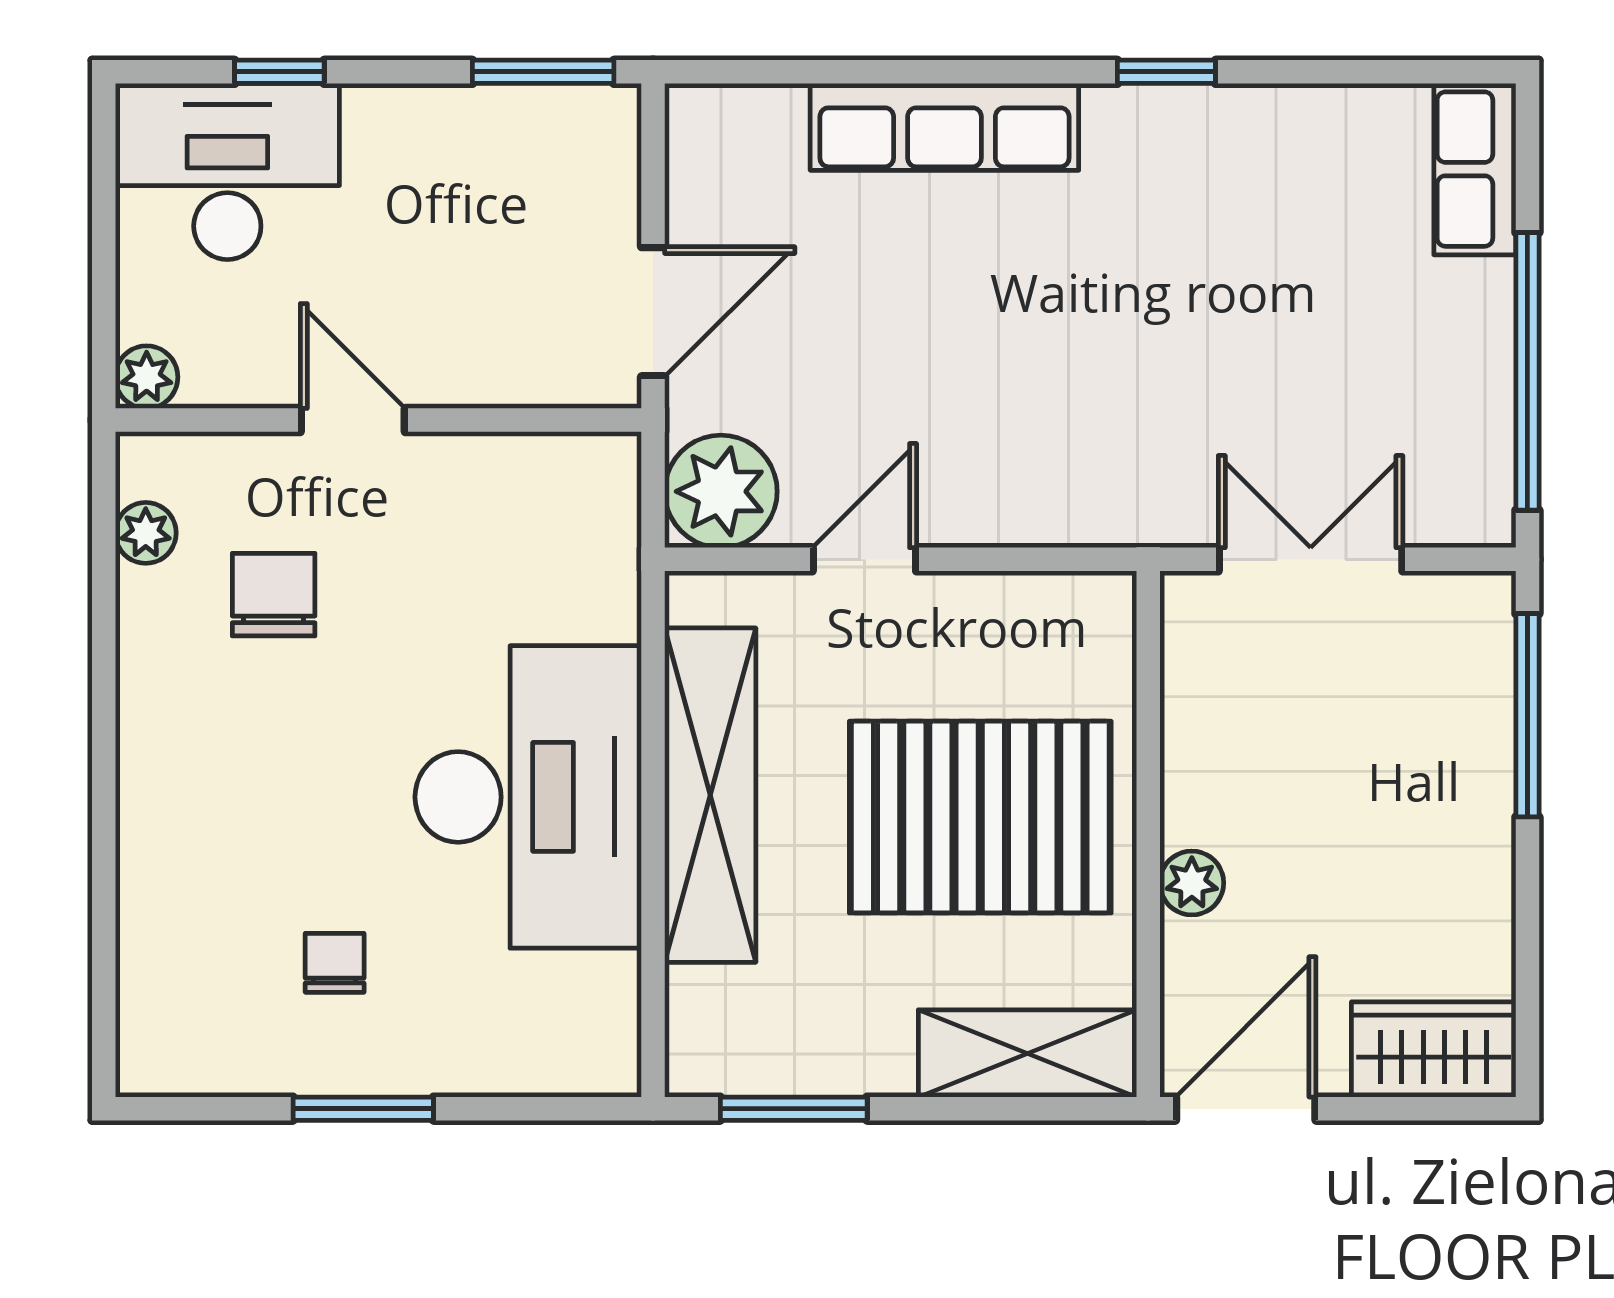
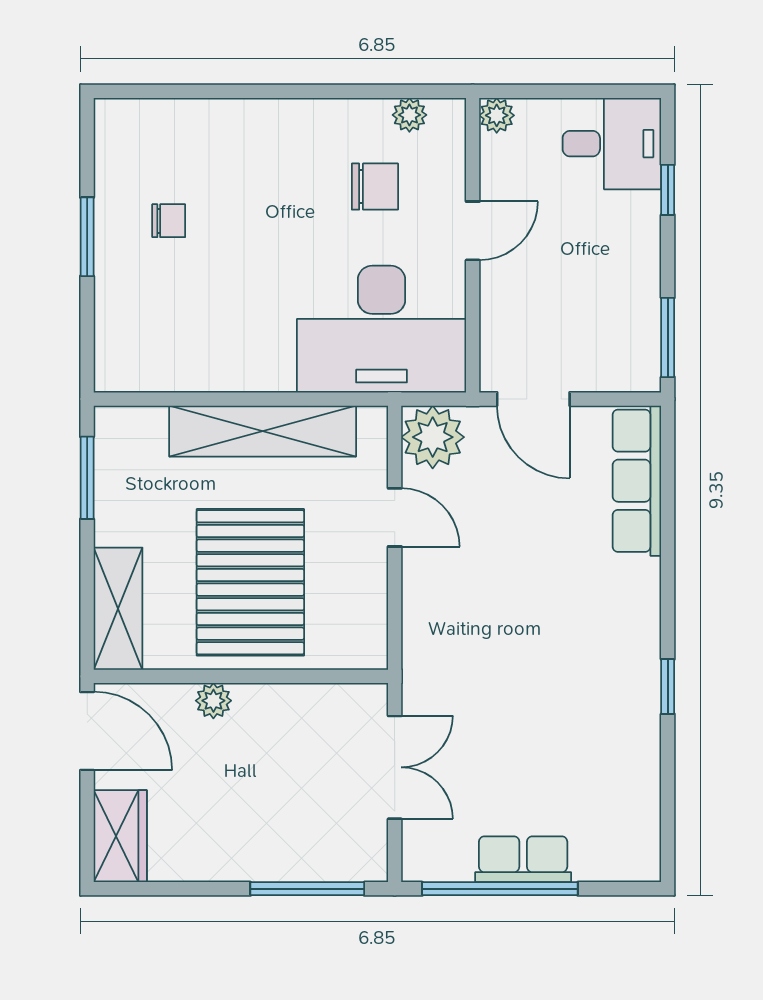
row of seats: (944, 127) -> (637, 481), moved
row of seats: (1475, 169) -> (523, 859), moved
desk: (227, 172) -> (612, 144), width x0.73
desk: (528, 797) -> (381, 329), moved

